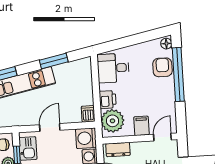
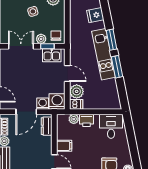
window: (54, 61) -> (117, 67), moved
plant: (72, 114) -> (77, 91), added
plant: (112, 121) -> (74, 119), width x0.53, depth x0.53

